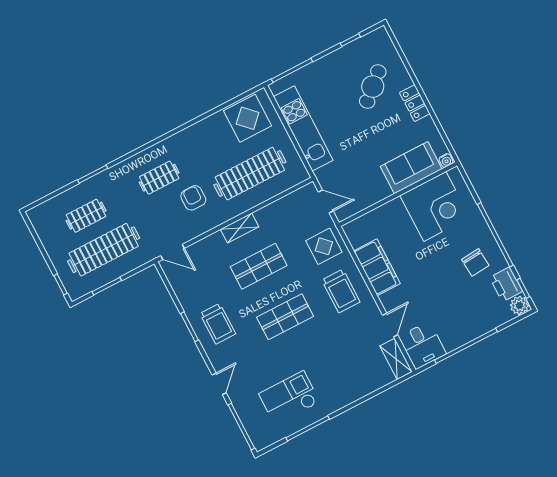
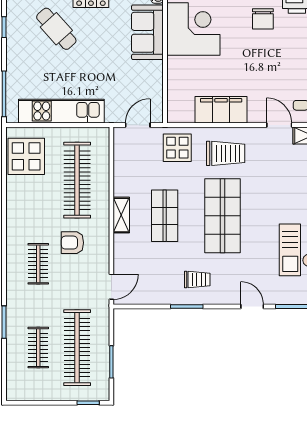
chair: (475, 262) -> (263, 19), turned 95
shop shelf: (285, 317) -> (222, 216), width x1.43, depth x1.36
trolley: (218, 324) -> (197, 280), width x0.73, depth x0.72

